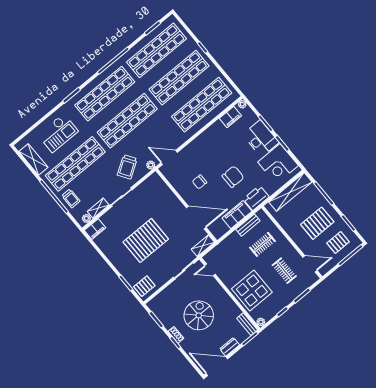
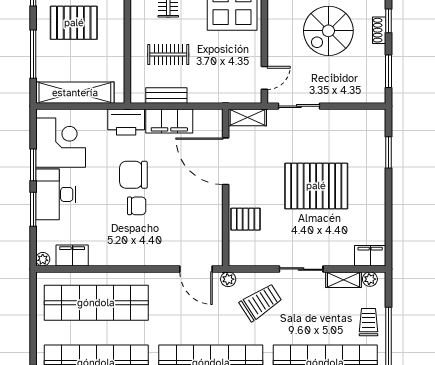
chair: (199, 182) -> (137, 206), moved
door: (210, 270) -> (264, 78), hinge flipped
pallet: (144, 286) -> (246, 219), moved

